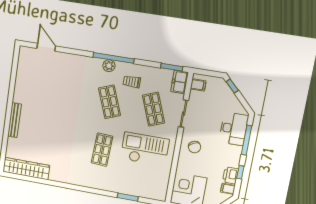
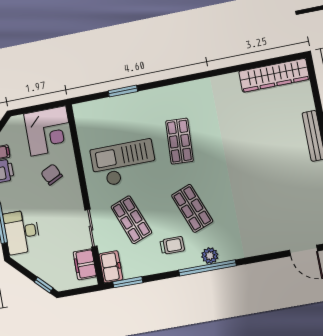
filing cabinet: (198, 85) -> (85, 264), width x2.00
chair: (195, 147) -> (52, 174), moved
checkout: (145, 149) -> (124, 163), turned 180

